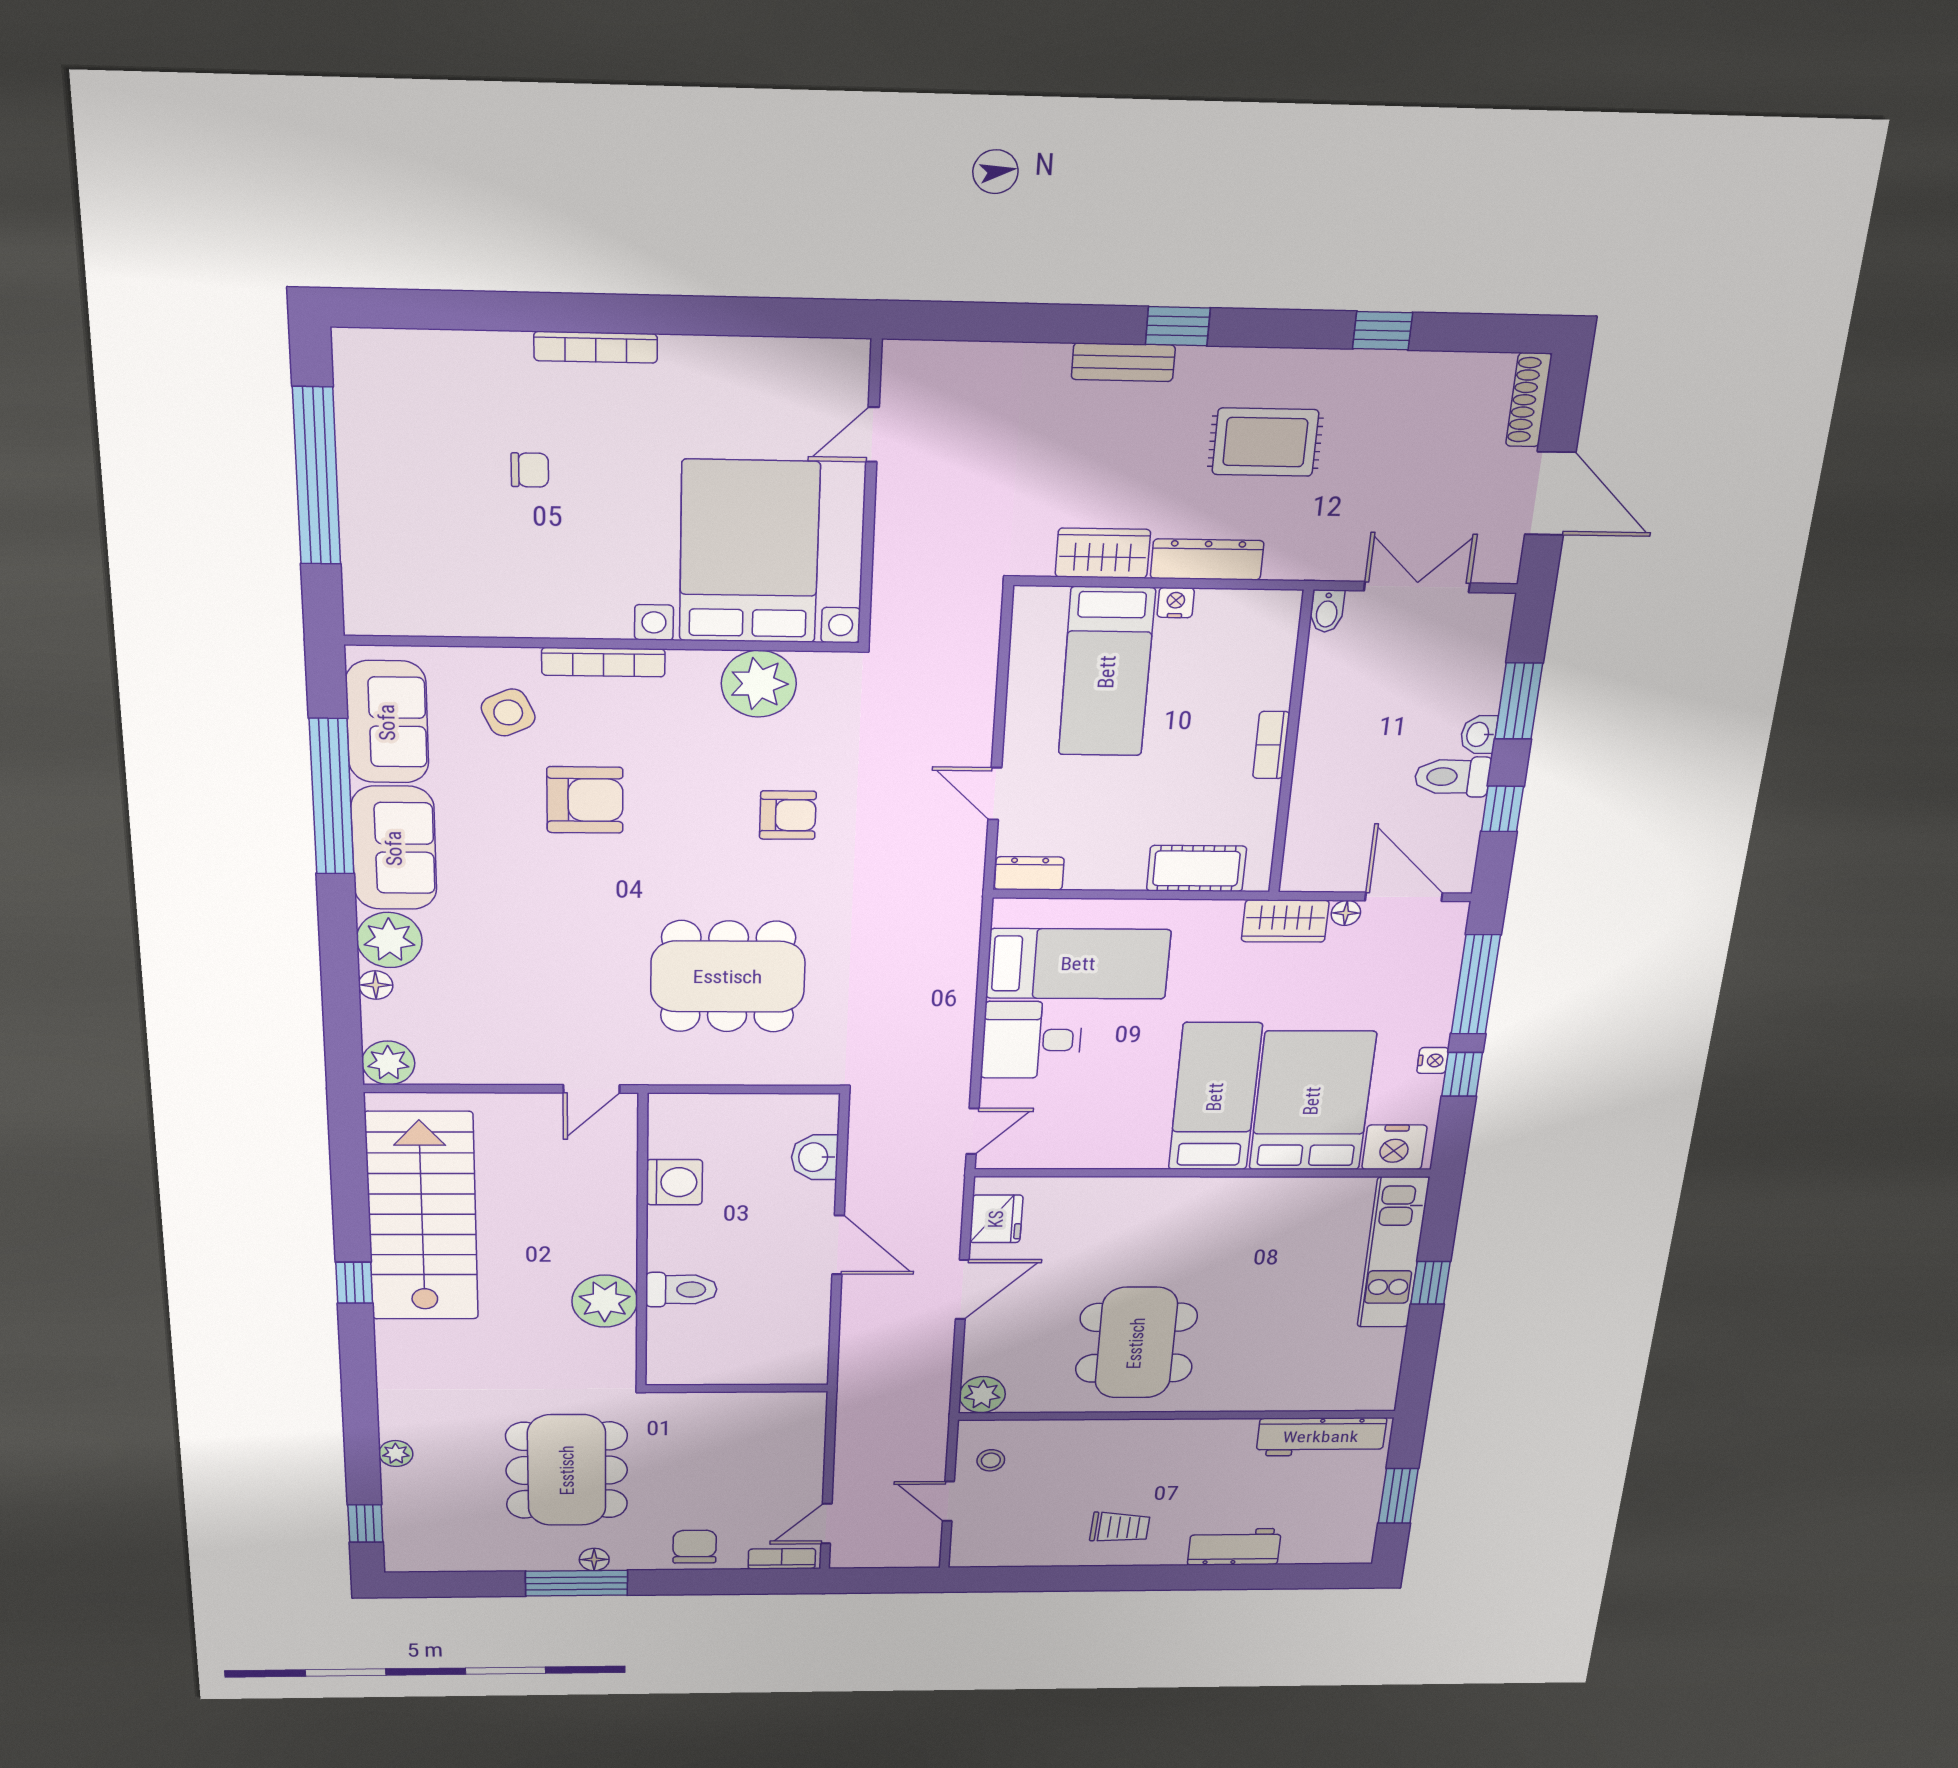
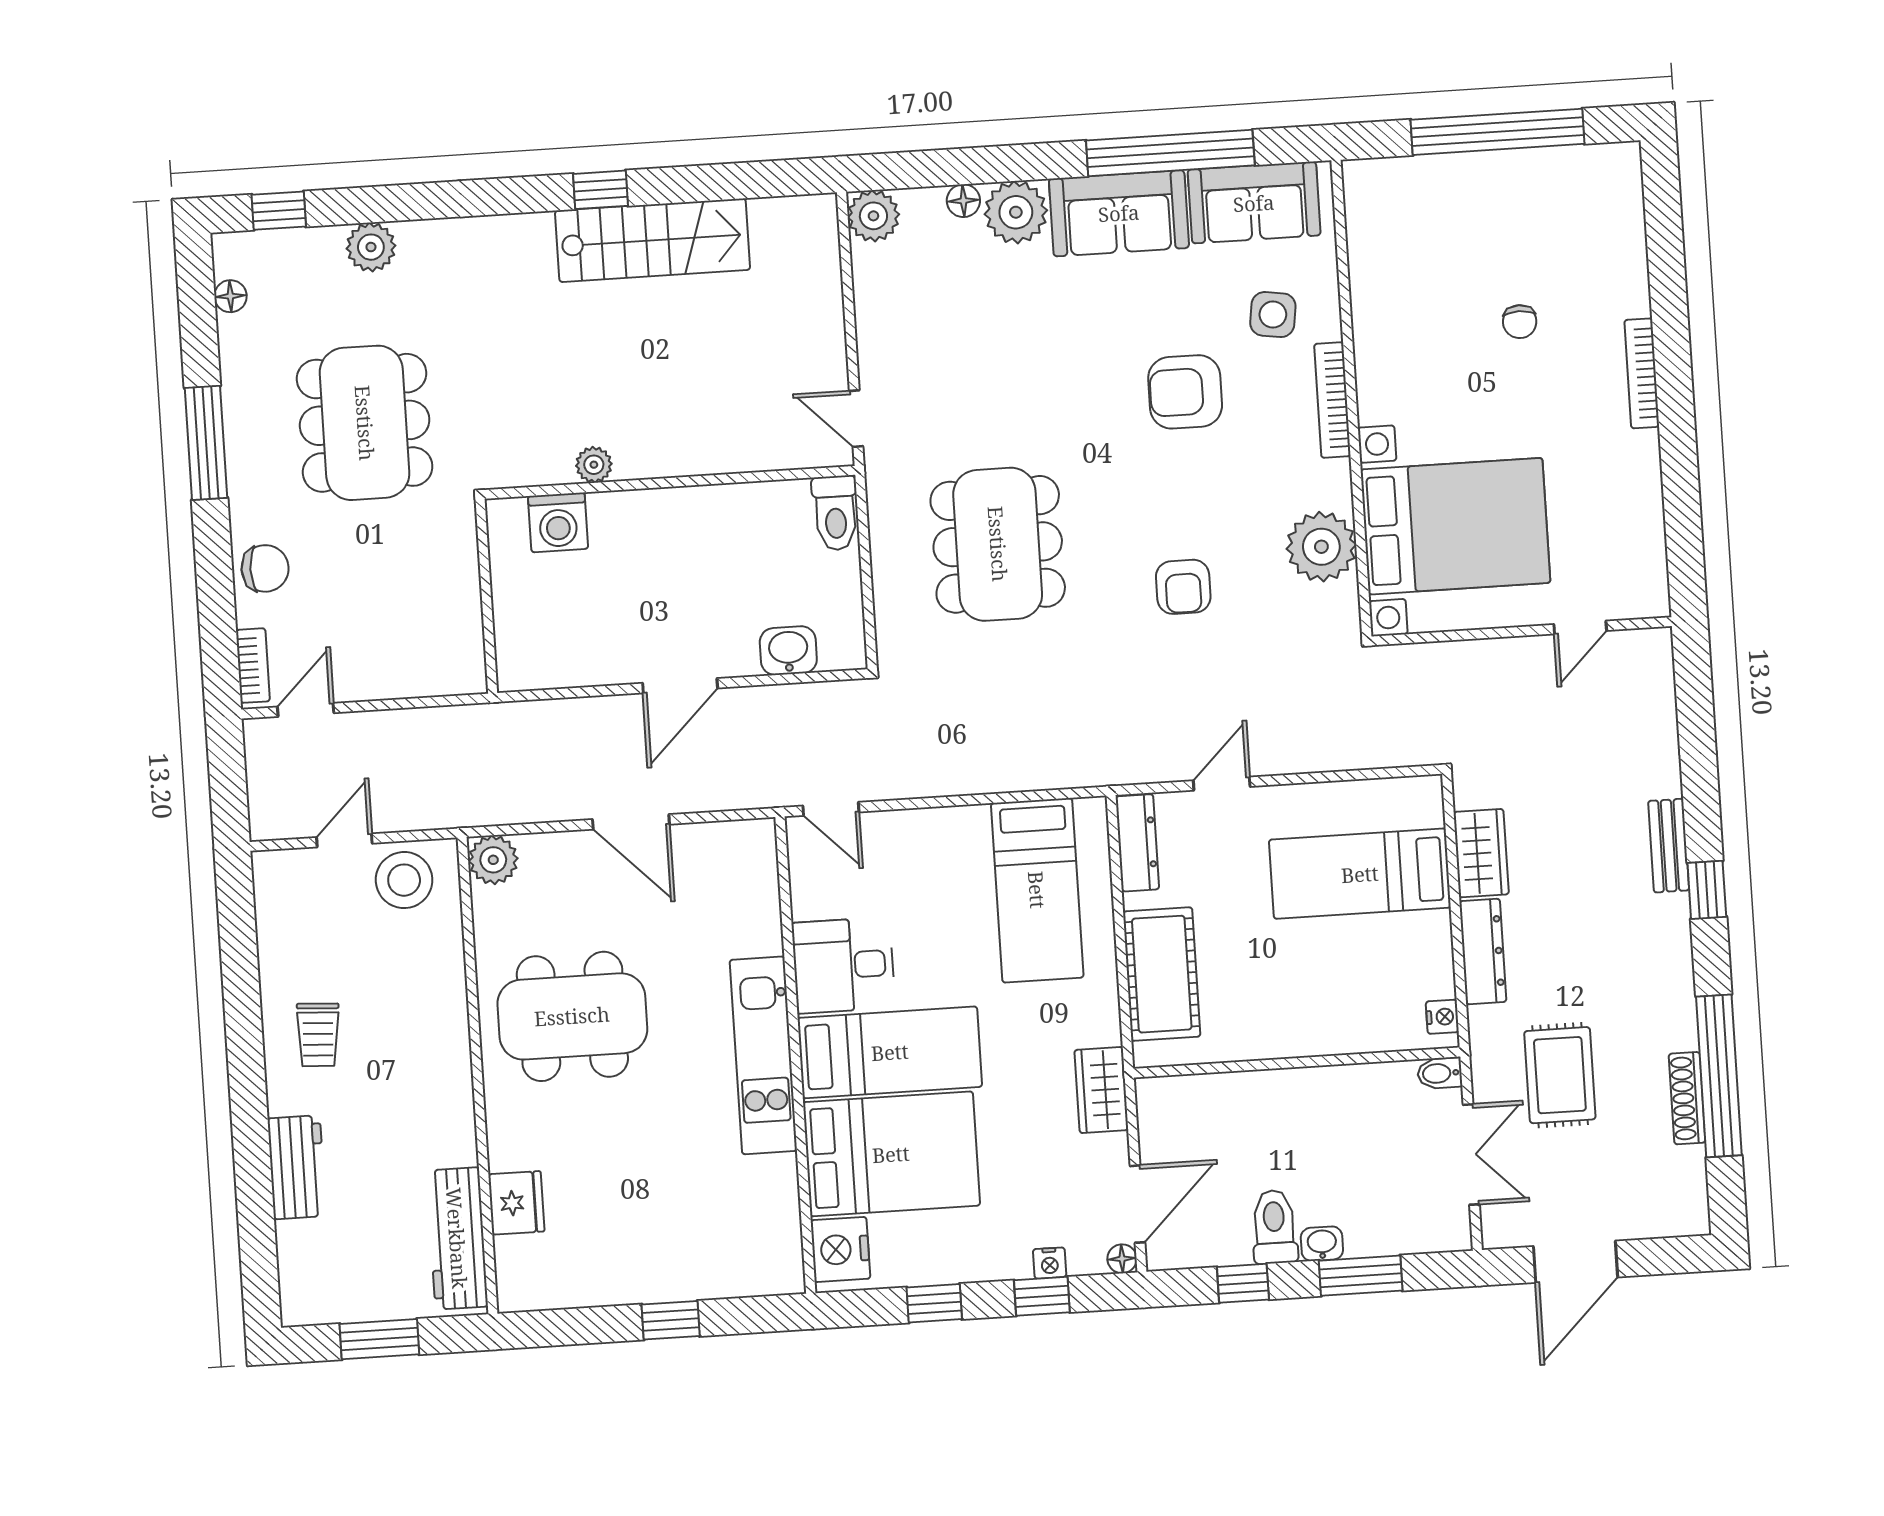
window: (1383, 331) -> (1719, 1076), width x3.17
shoe rack: (1529, 400) -> (1687, 1098), moved, turned -90
door: (873, 435) -> (1580, 627), swing flipped
rug: (1265, 442) -> (1560, 1075), moved
nightstand: (1176, 603) -> (1442, 1017), moved
side table: (508, 712) -> (1273, 315), turned 33
bookcase: (1271, 745) -> (1295, 1044), removed
armchair: (585, 800) -> (1185, 392), turned 90
cot: (1196, 869) -> (1162, 974), width x1.37, depth x1.34
dresser: (1029, 873) -> (1137, 843), width x1.44
floor lamp: (1346, 913) -> (1122, 1259), moved
window: (1476, 985) -> (1042, 1296), width x0.46
desk: (1032, 1040) -> (843, 965), moved, turned -90
nightstand: (1433, 1060) -> (1050, 1263), moved
washing machine: (674, 1182) -> (558, 522), moved
stairs: (422, 1217) -> (653, 240), width x0.73, depth x0.66
fridge: (996, 1219) -> (516, 1203), moved, turned -90
kitchen unit: (1393, 1253) -> (763, 1055), moved, turned -90
toilet: (681, 1290) -> (835, 513), moved
plant: (605, 1301) -> (594, 465), width x0.53, depth x0.53
plant: (396, 1454) -> (371, 247), width x1.38, depth x1.38
stool: (991, 1460) -> (404, 880), width x1.89, depth x1.89
dining table: (567, 1470) -> (365, 423), turned 90
door: (826, 1524) -> (306, 710), hinge flipped
floor lamp: (594, 1560) -> (230, 296), moved

